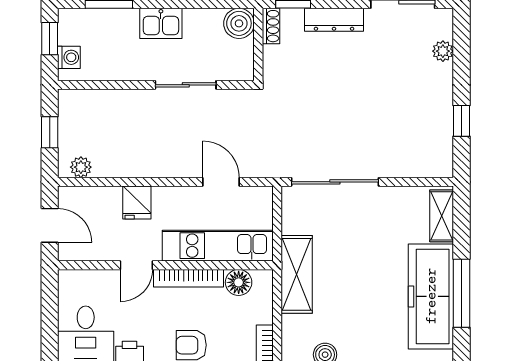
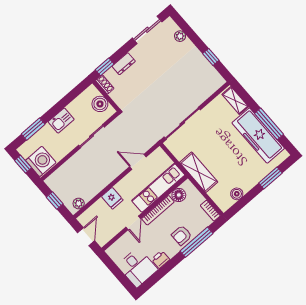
dresser: (334, 20) -> (124, 64), width x0.70
boiler: (239, 23) -> (100, 104), moved
washing machine: (69, 57) -> (41, 161), width x1.89, depth x1.89
door: (50, 225) -> (86, 237), hinge flipped

